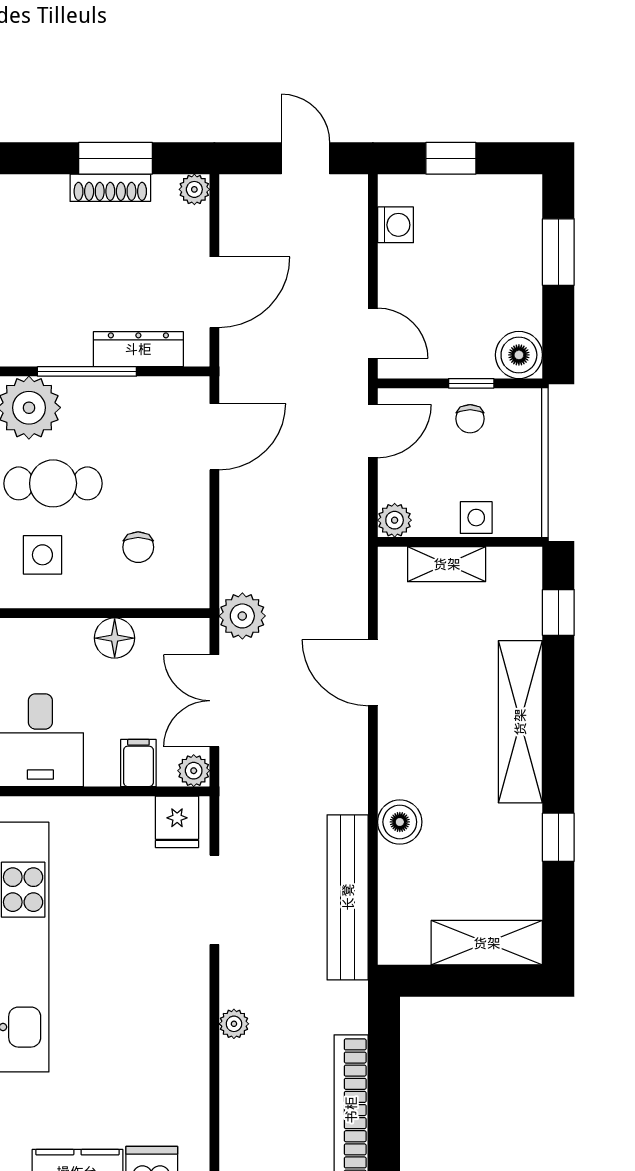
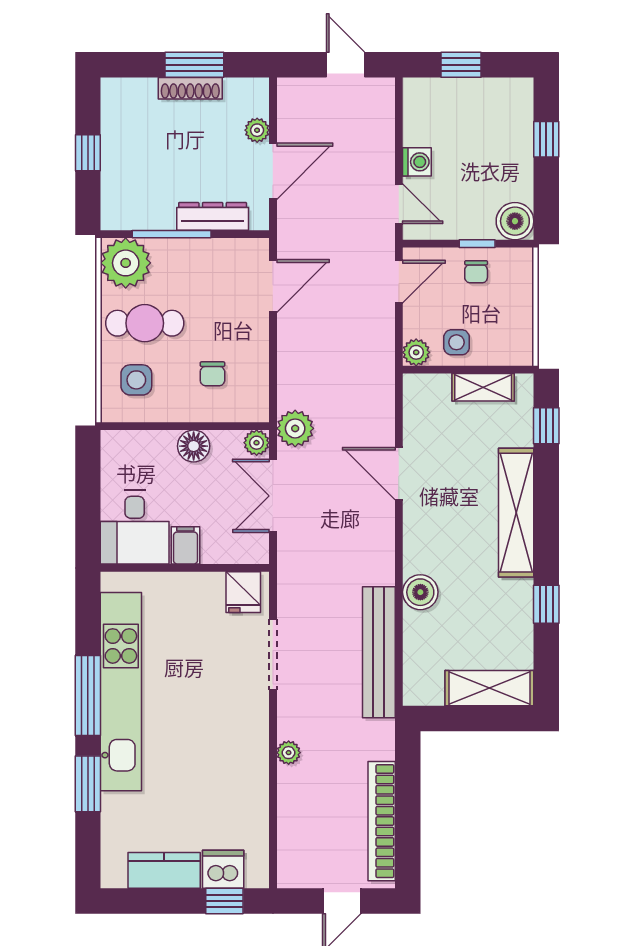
plant: (194, 189) -> (257, 130), moved
washing machine: (396, 225) -> (417, 162), moved
window: (558, 252) -> (546, 139), width x0.67
side table: (476, 518) -> (457, 342), moved
shelving: (447, 564) -> (483, 387), moved
filing cabinet: (138, 763) -> (185, 545), moved
plant: (194, 771) -> (257, 443), moved

